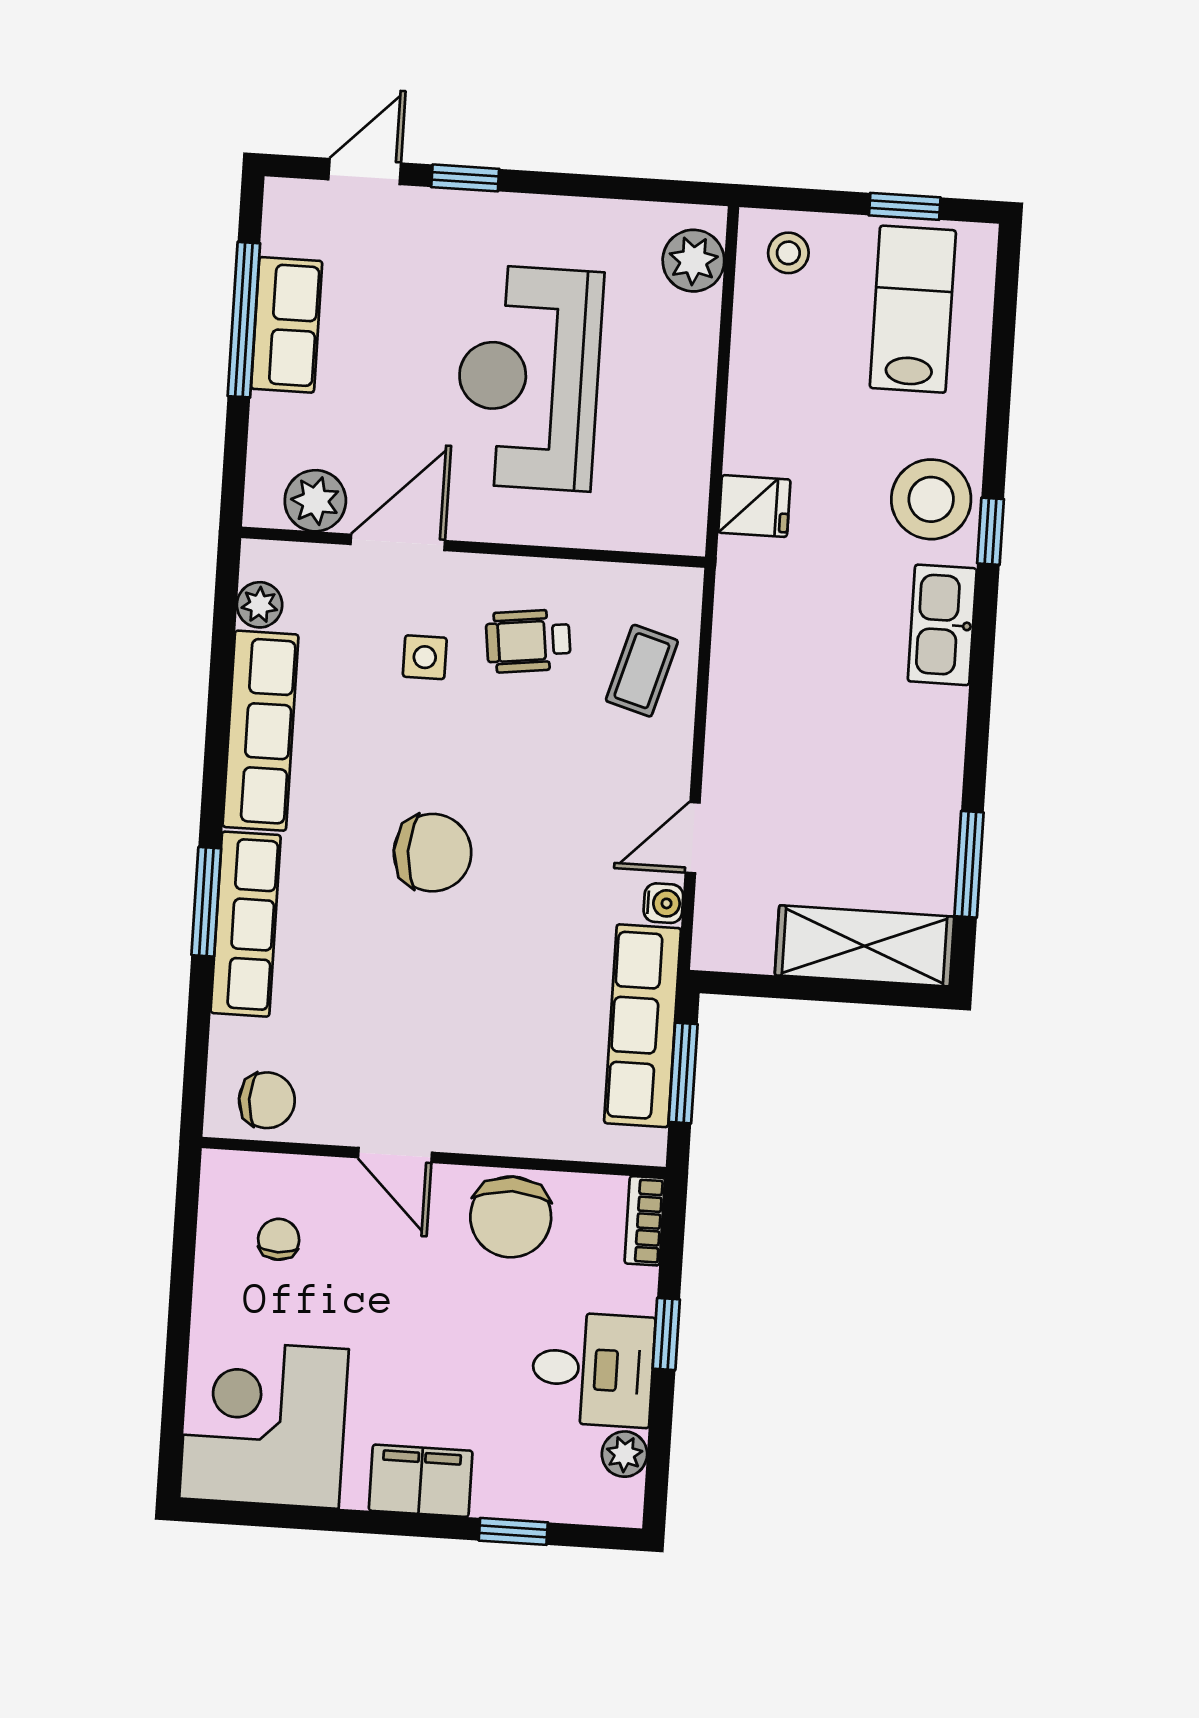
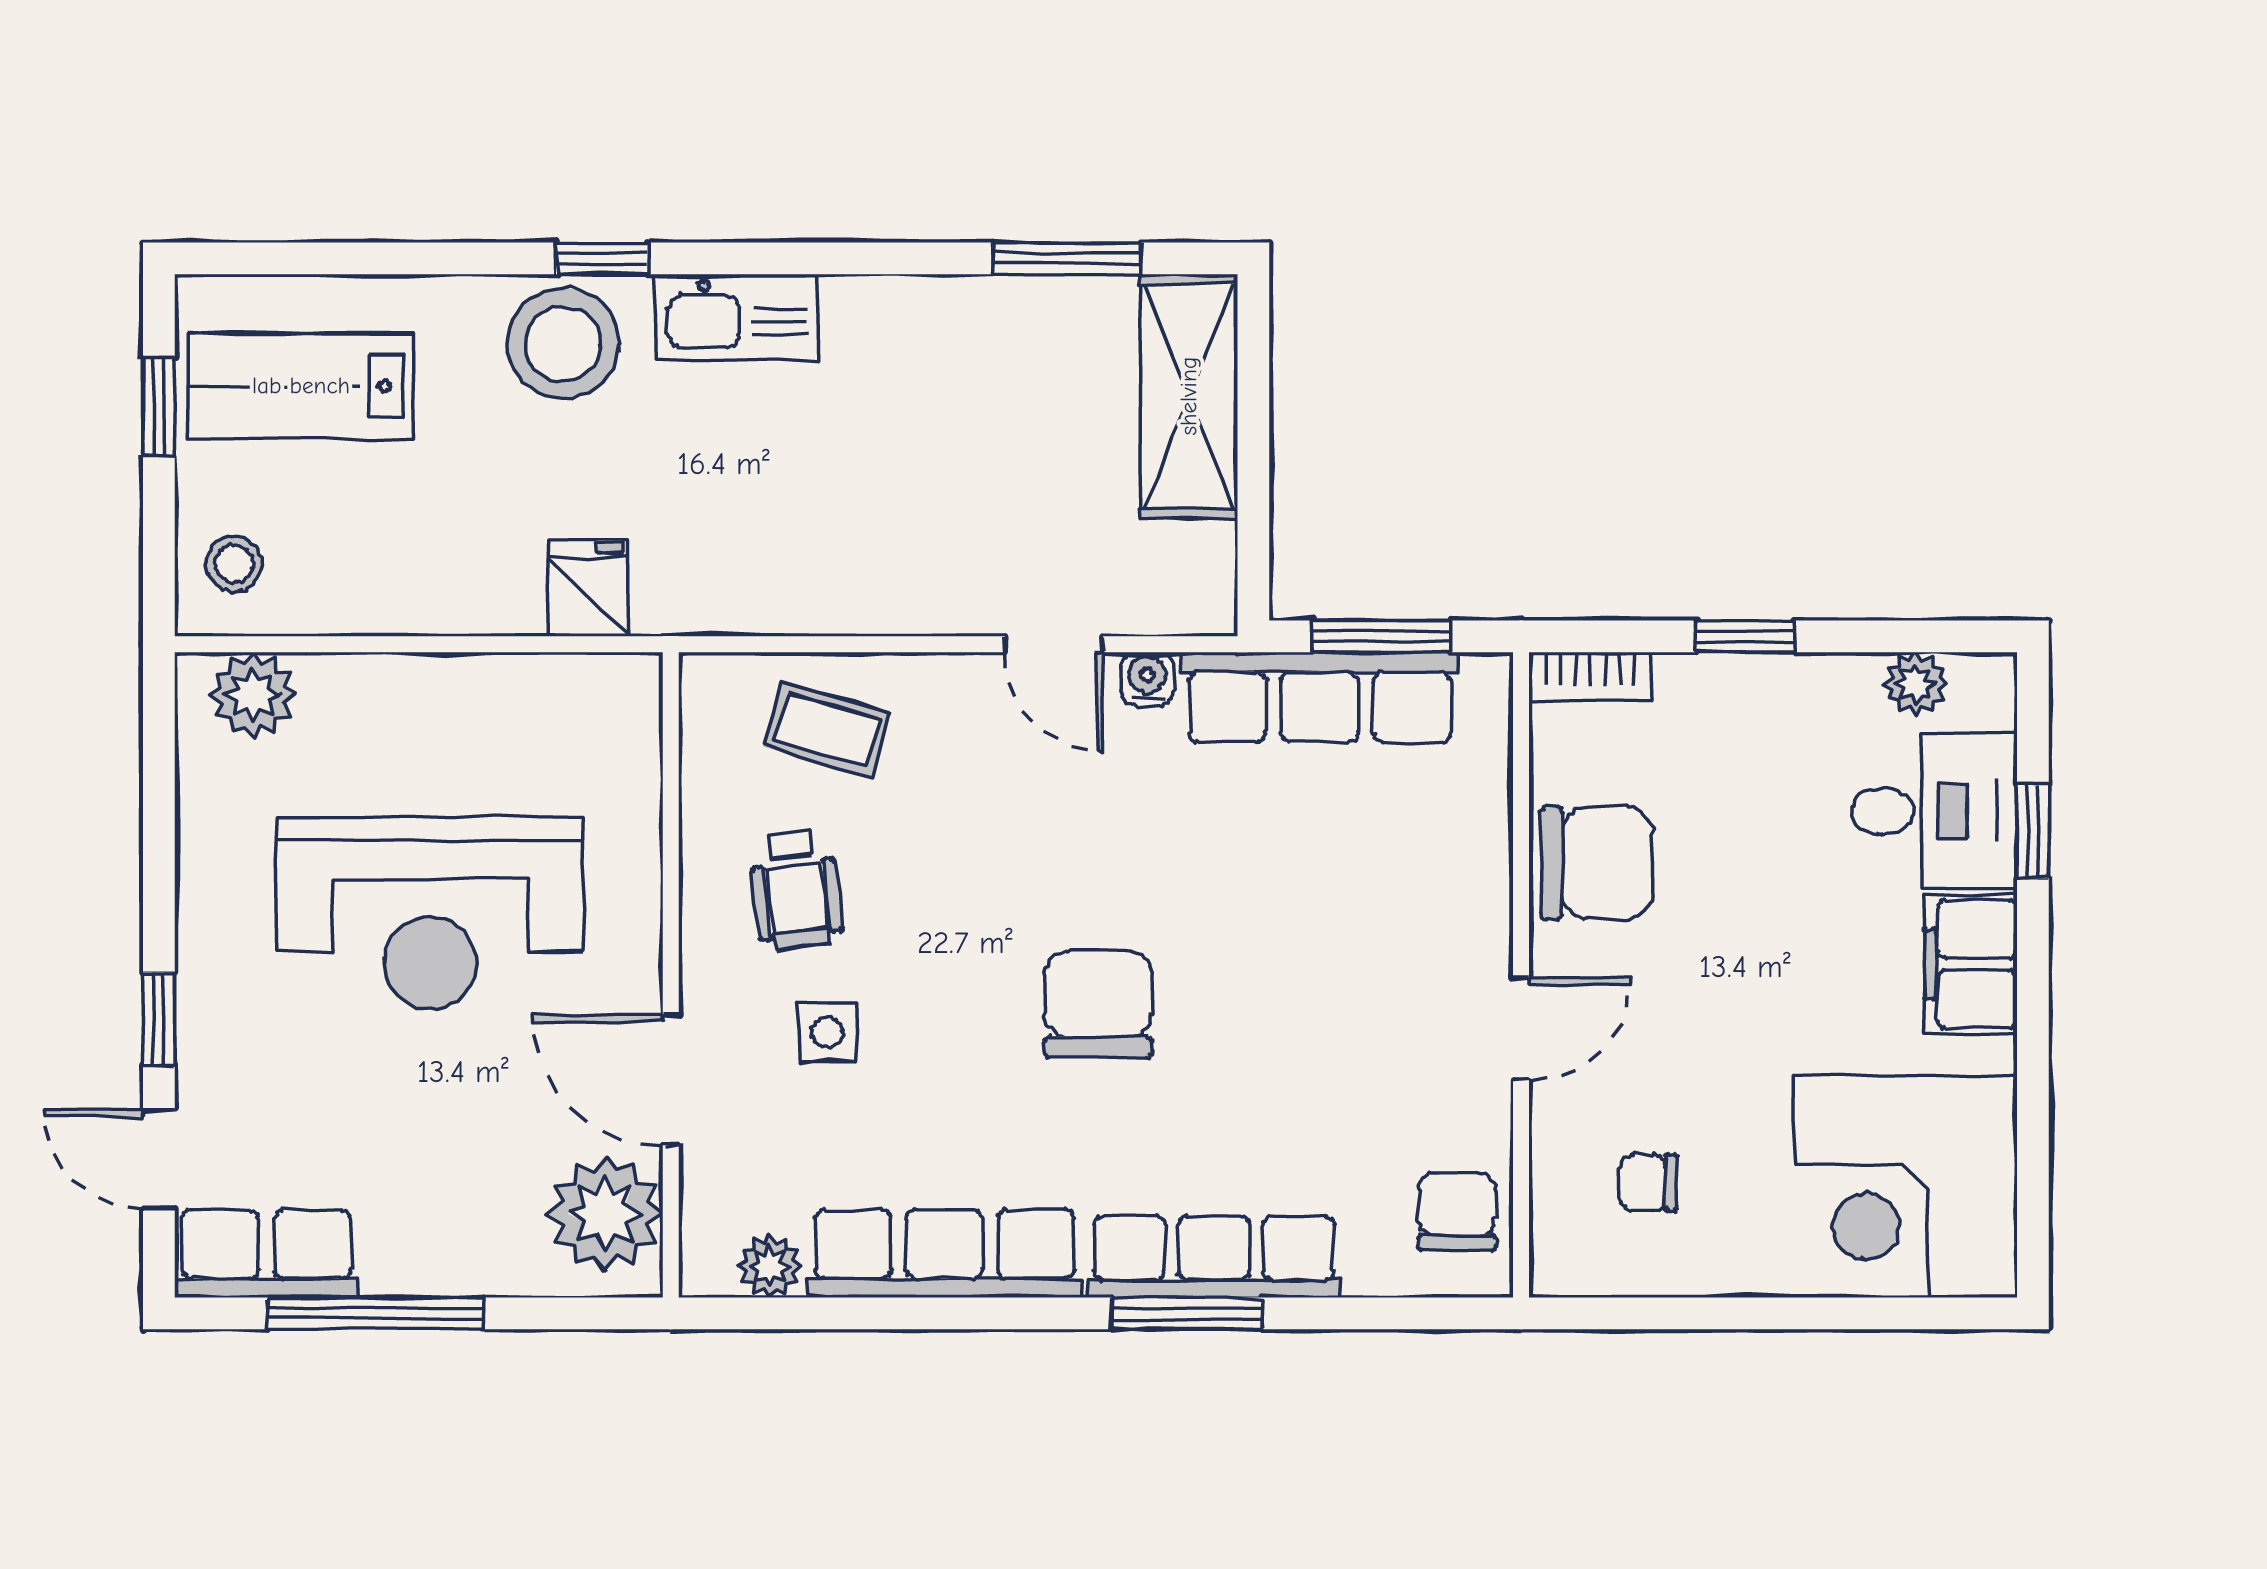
row of seats: (287, 325) -> (267, 1254), moved
plant: (315, 501) -> (605, 1214), width x1.36, depth x1.36
desk: (593, 1369) -> (1934, 811), moved, turned 90

